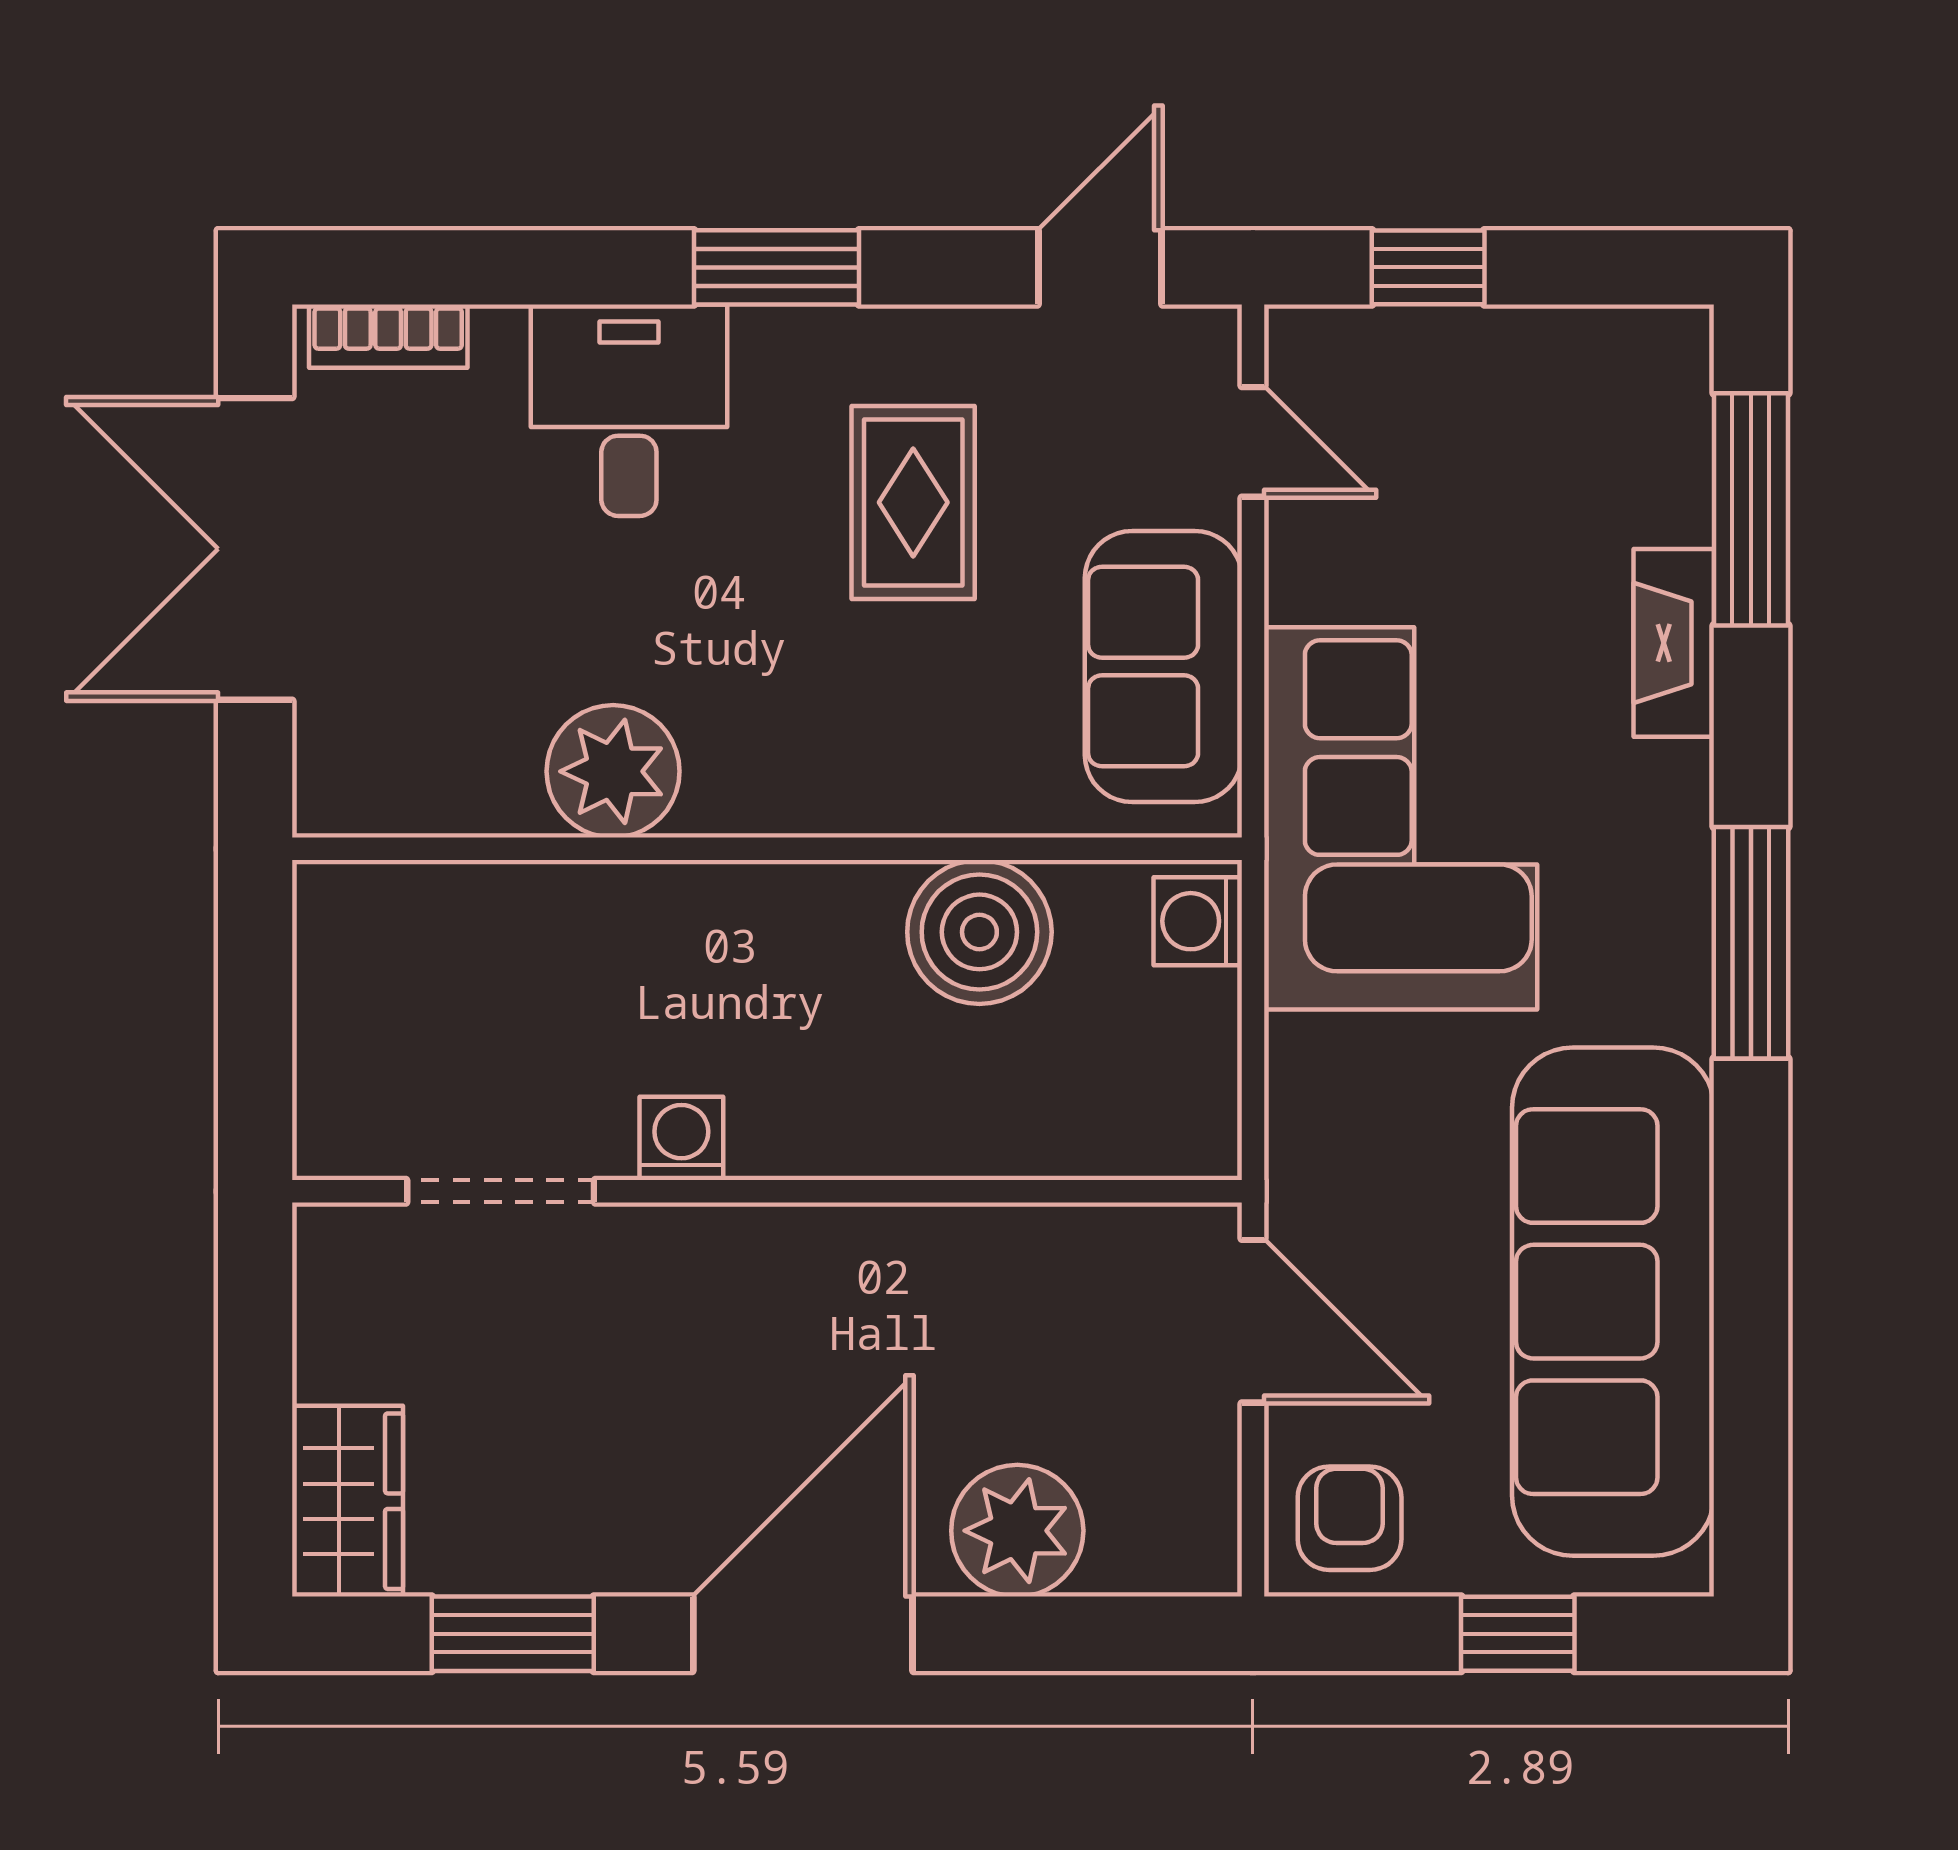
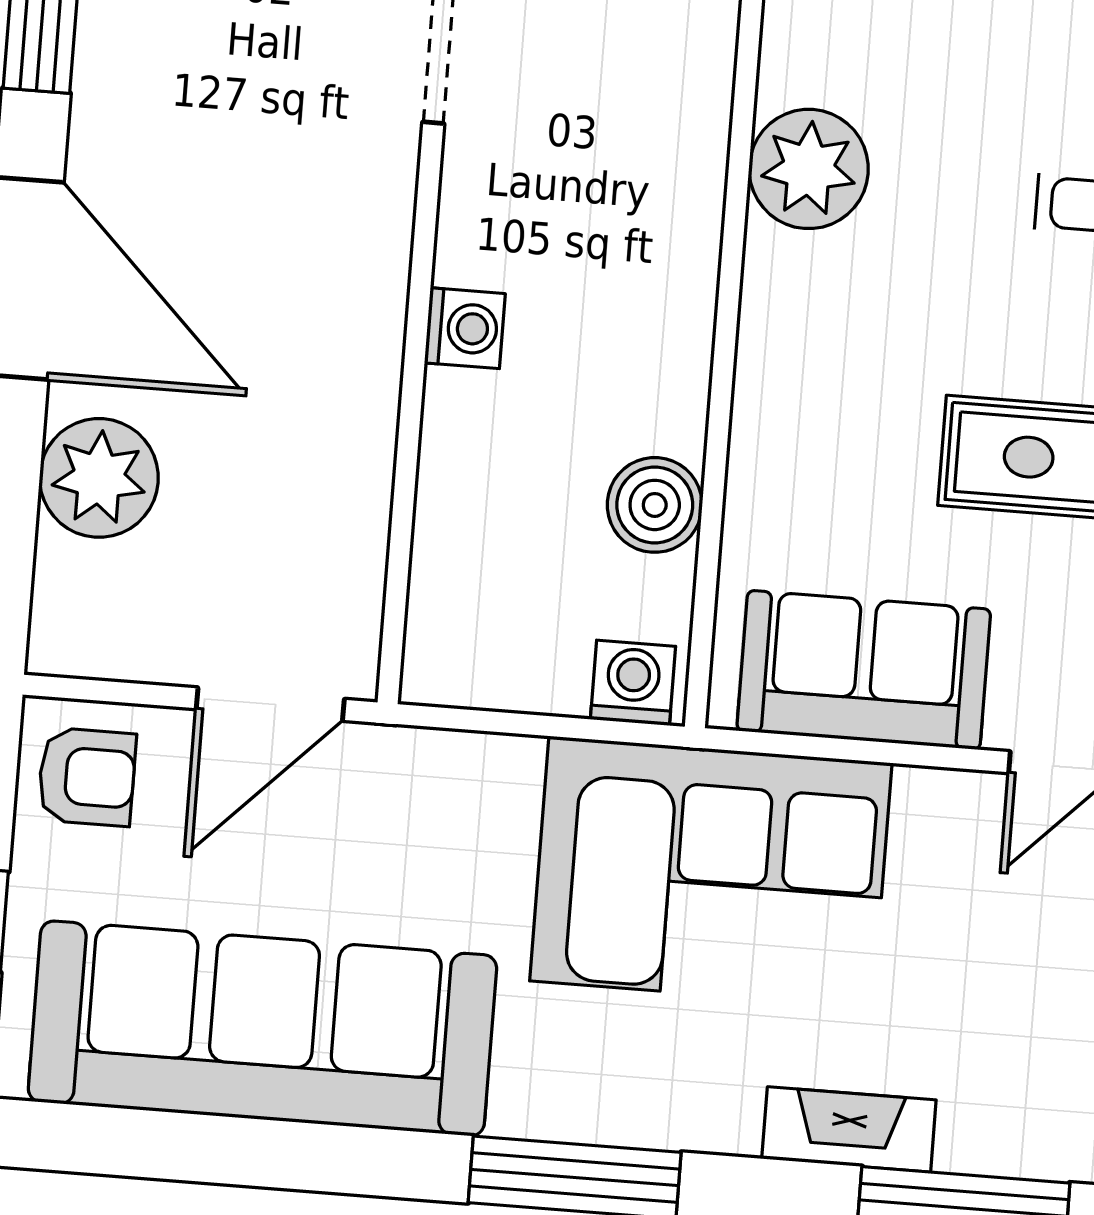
boiler: (979, 932) -> (655, 505), width x0.73, depth x0.73
washing machine: (681, 1138) -> (465, 328), moved

